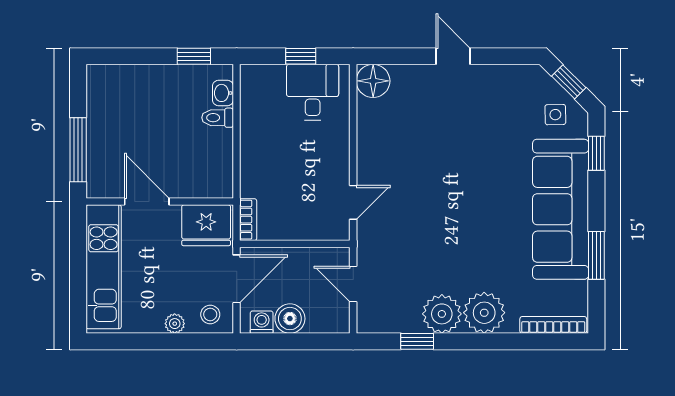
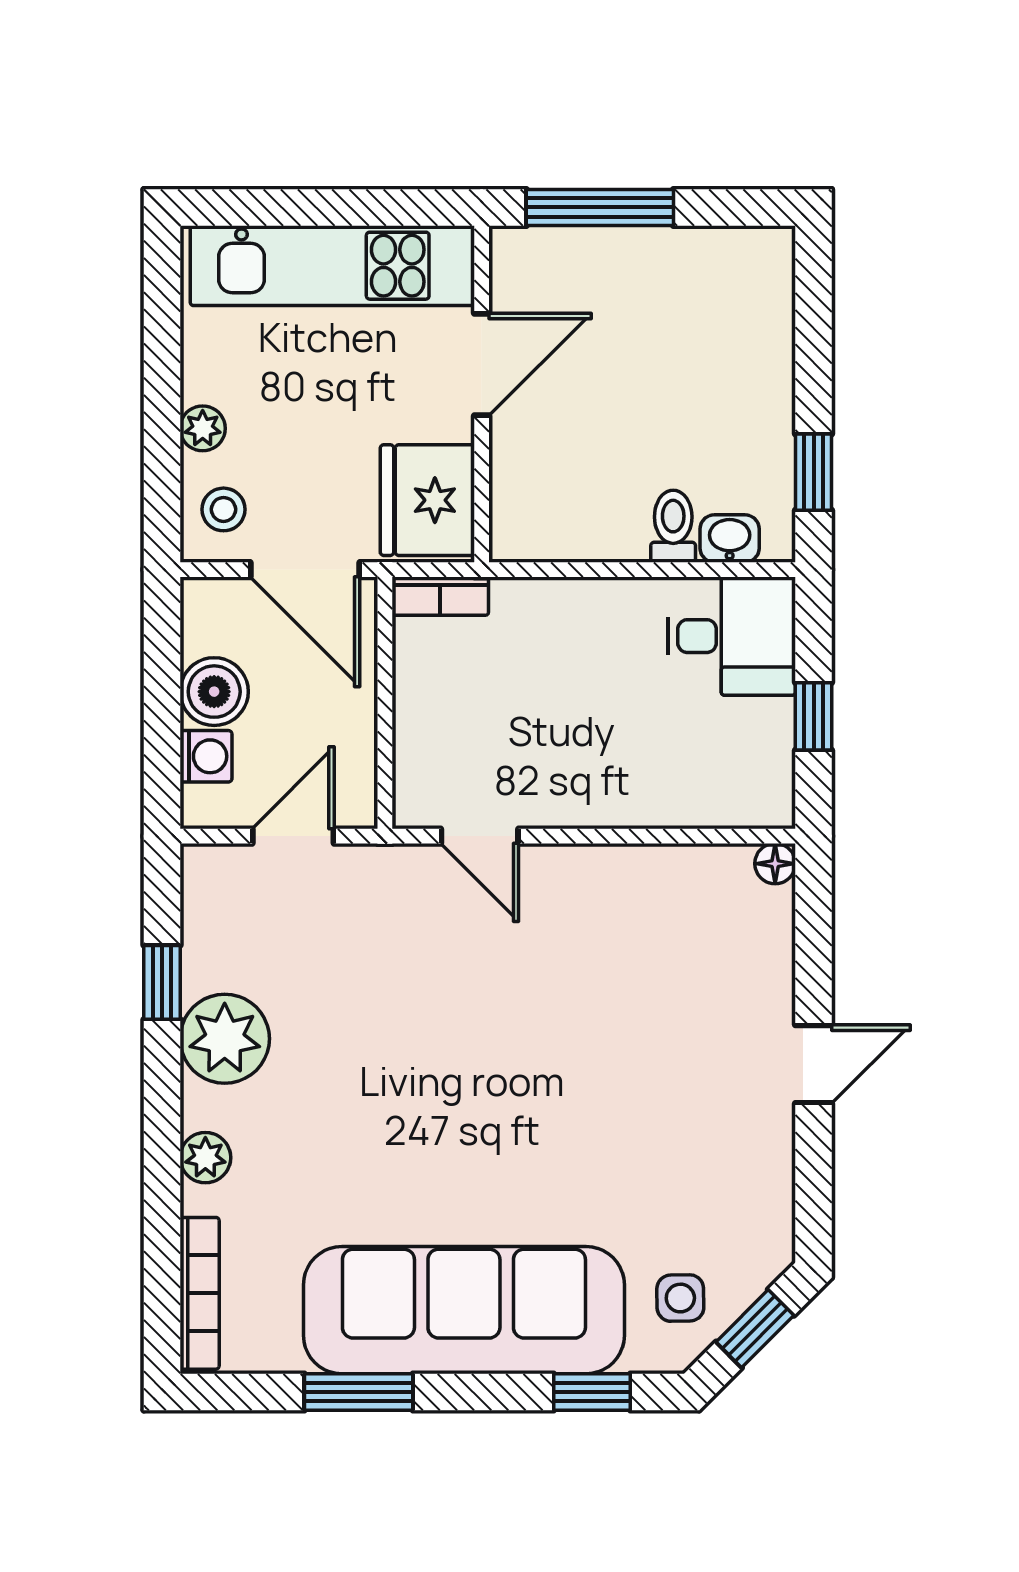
floor lamp: (373, 81) -> (775, 864), width x0.53, depth x0.53
desk: (313, 92) -> (732, 636), moved
plant: (484, 313) -> (205, 1158), width x0.53, depth x0.53
washing machine: (262, 322) -> (206, 756), moved

